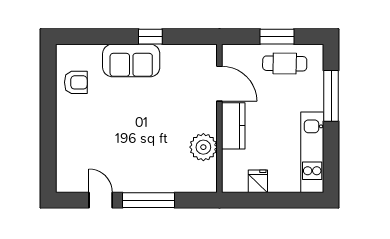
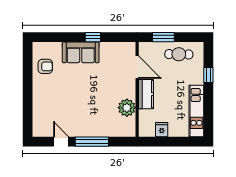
window: (277, 37) -> (163, 37), moved
window: (331, 96) -> (208, 75), width x0.46

